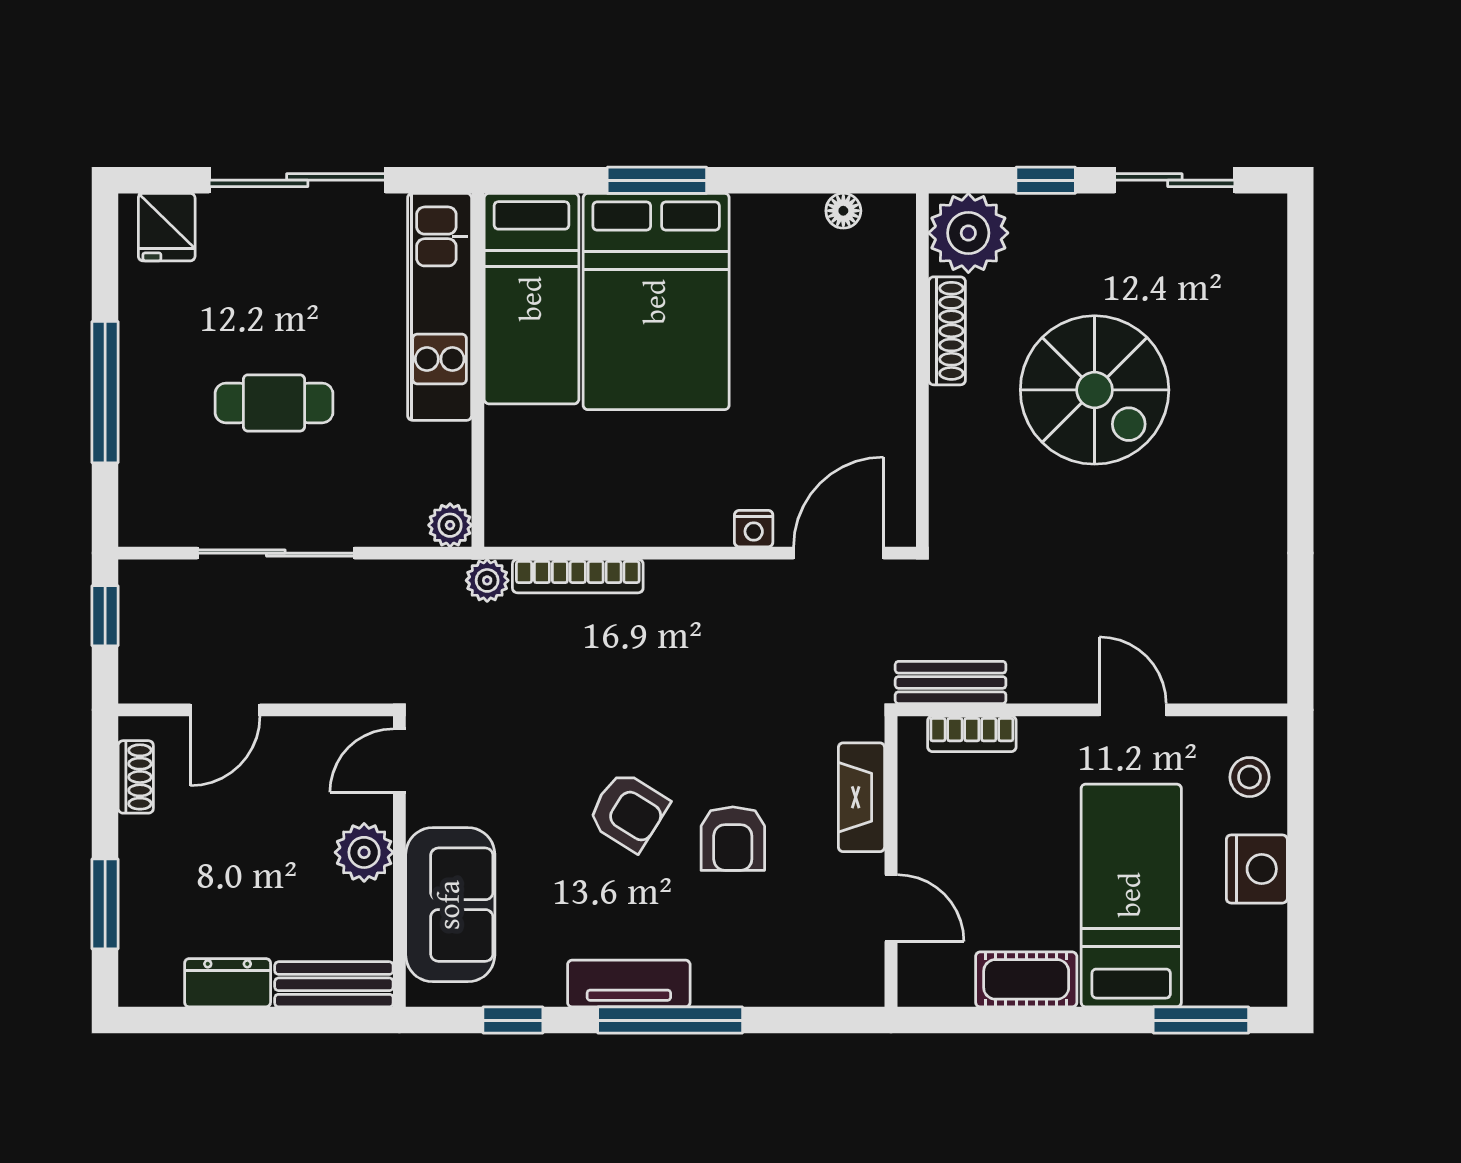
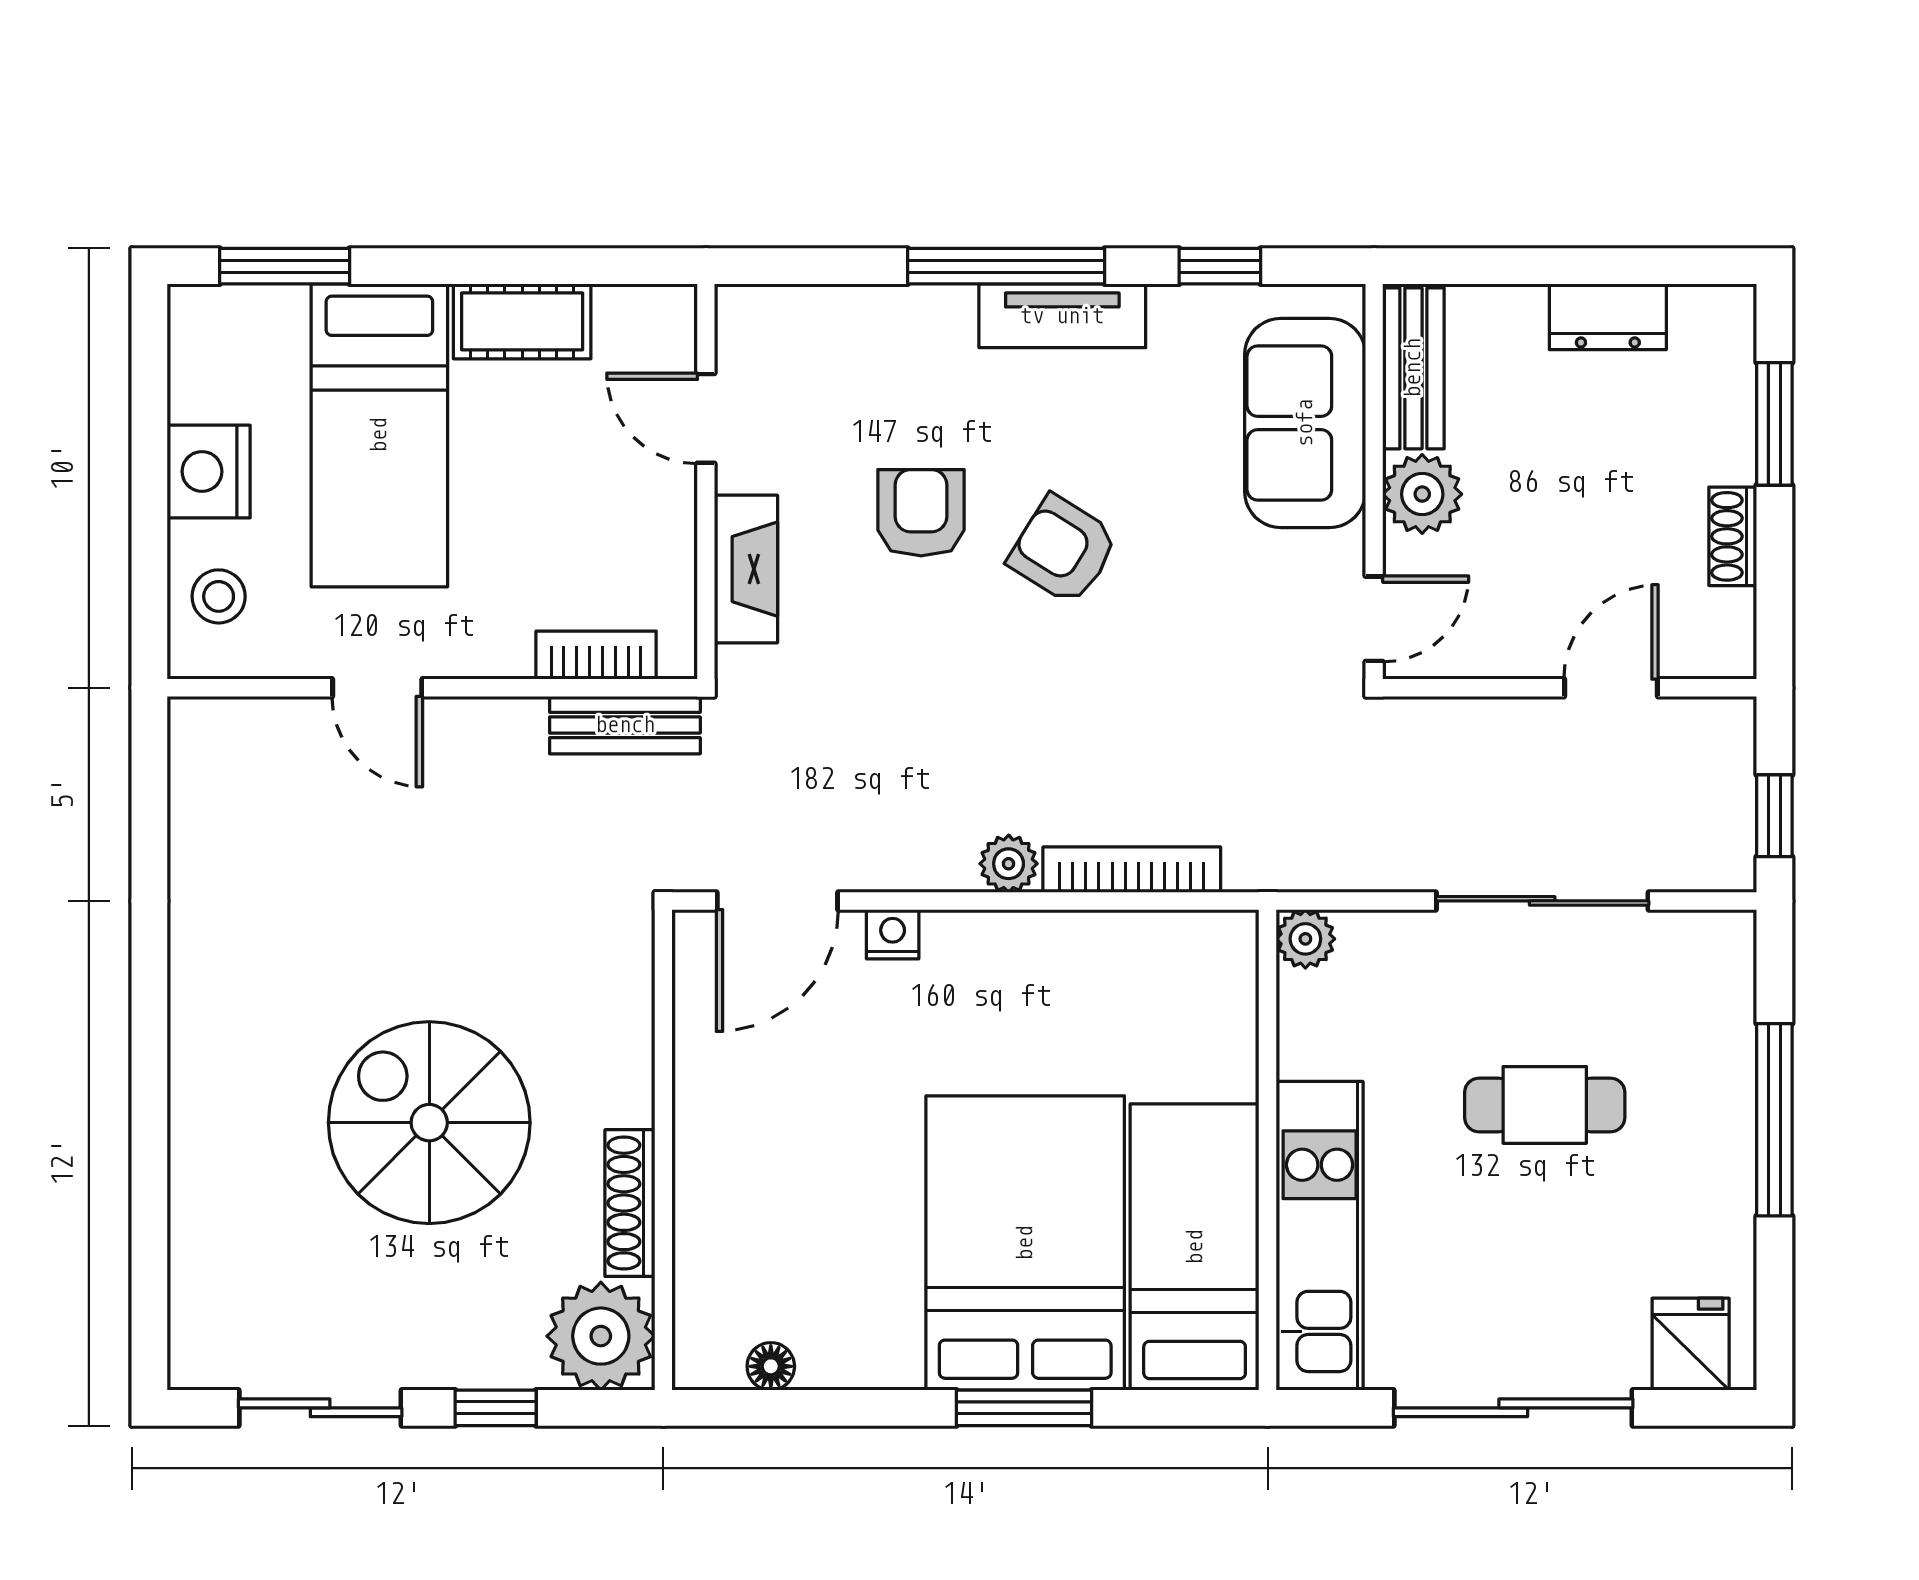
plant: (487, 580) -> (1009, 864), moved
shoe rack: (136, 777) -> (1733, 536), moved
bench: (334, 984) -> (1413, 368), moved, turned 90

